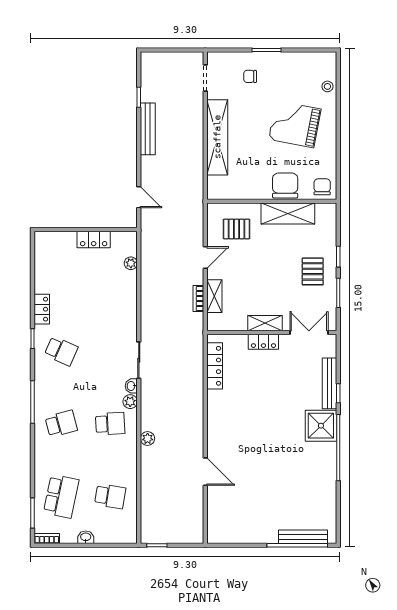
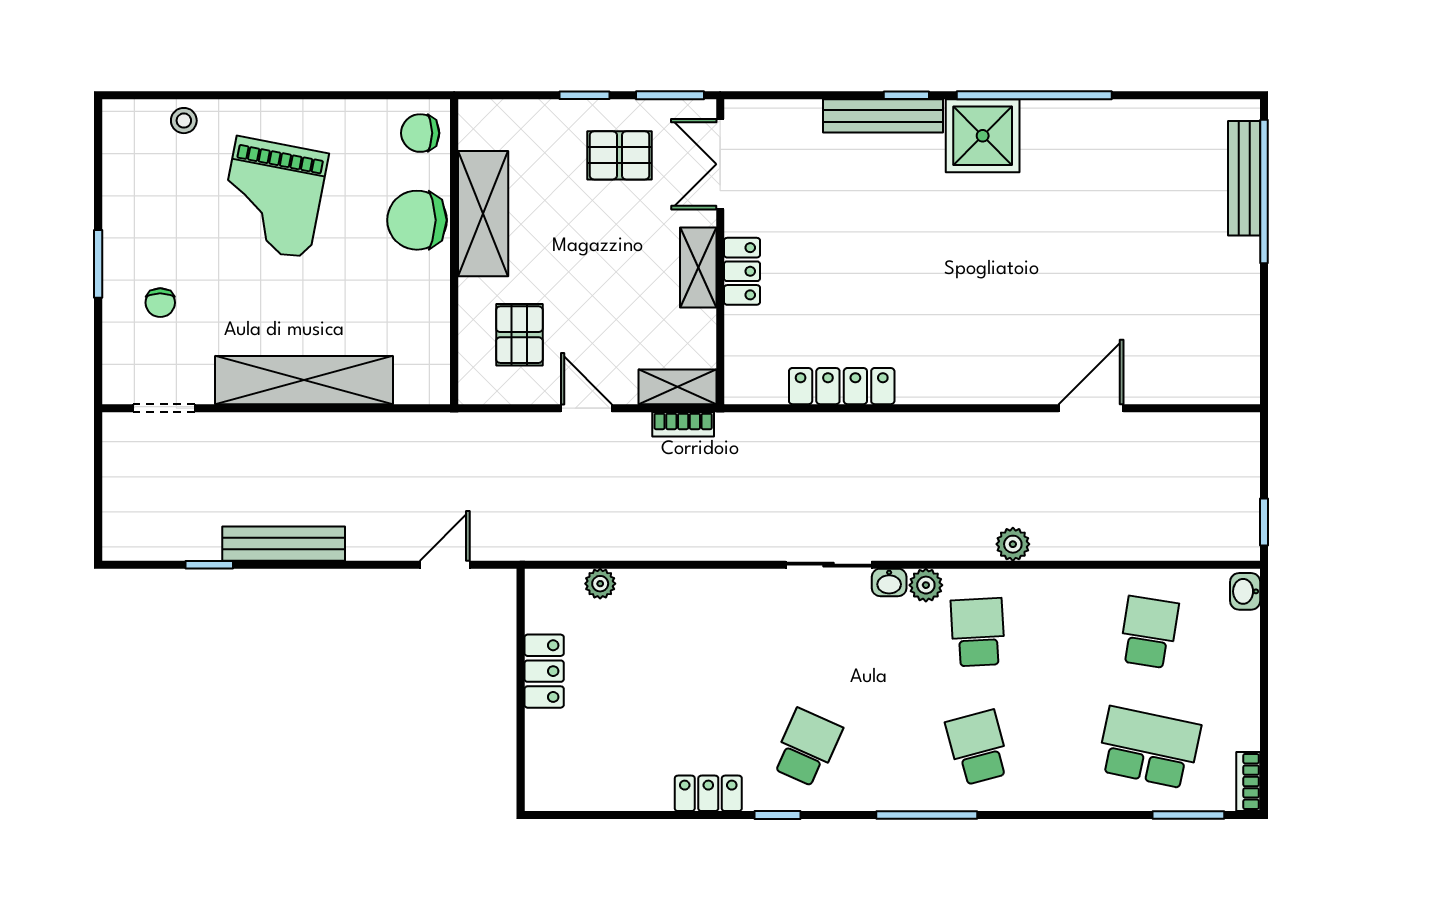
shelving: (265, 323) -> (698, 268), moved
wall: (272, 332) -> (720, 252), moved
double door: (309, 332) -> (720, 164), moved
locker: (263, 342) -> (742, 271), moved
washbasin: (86, 537) -> (1245, 591), moved

